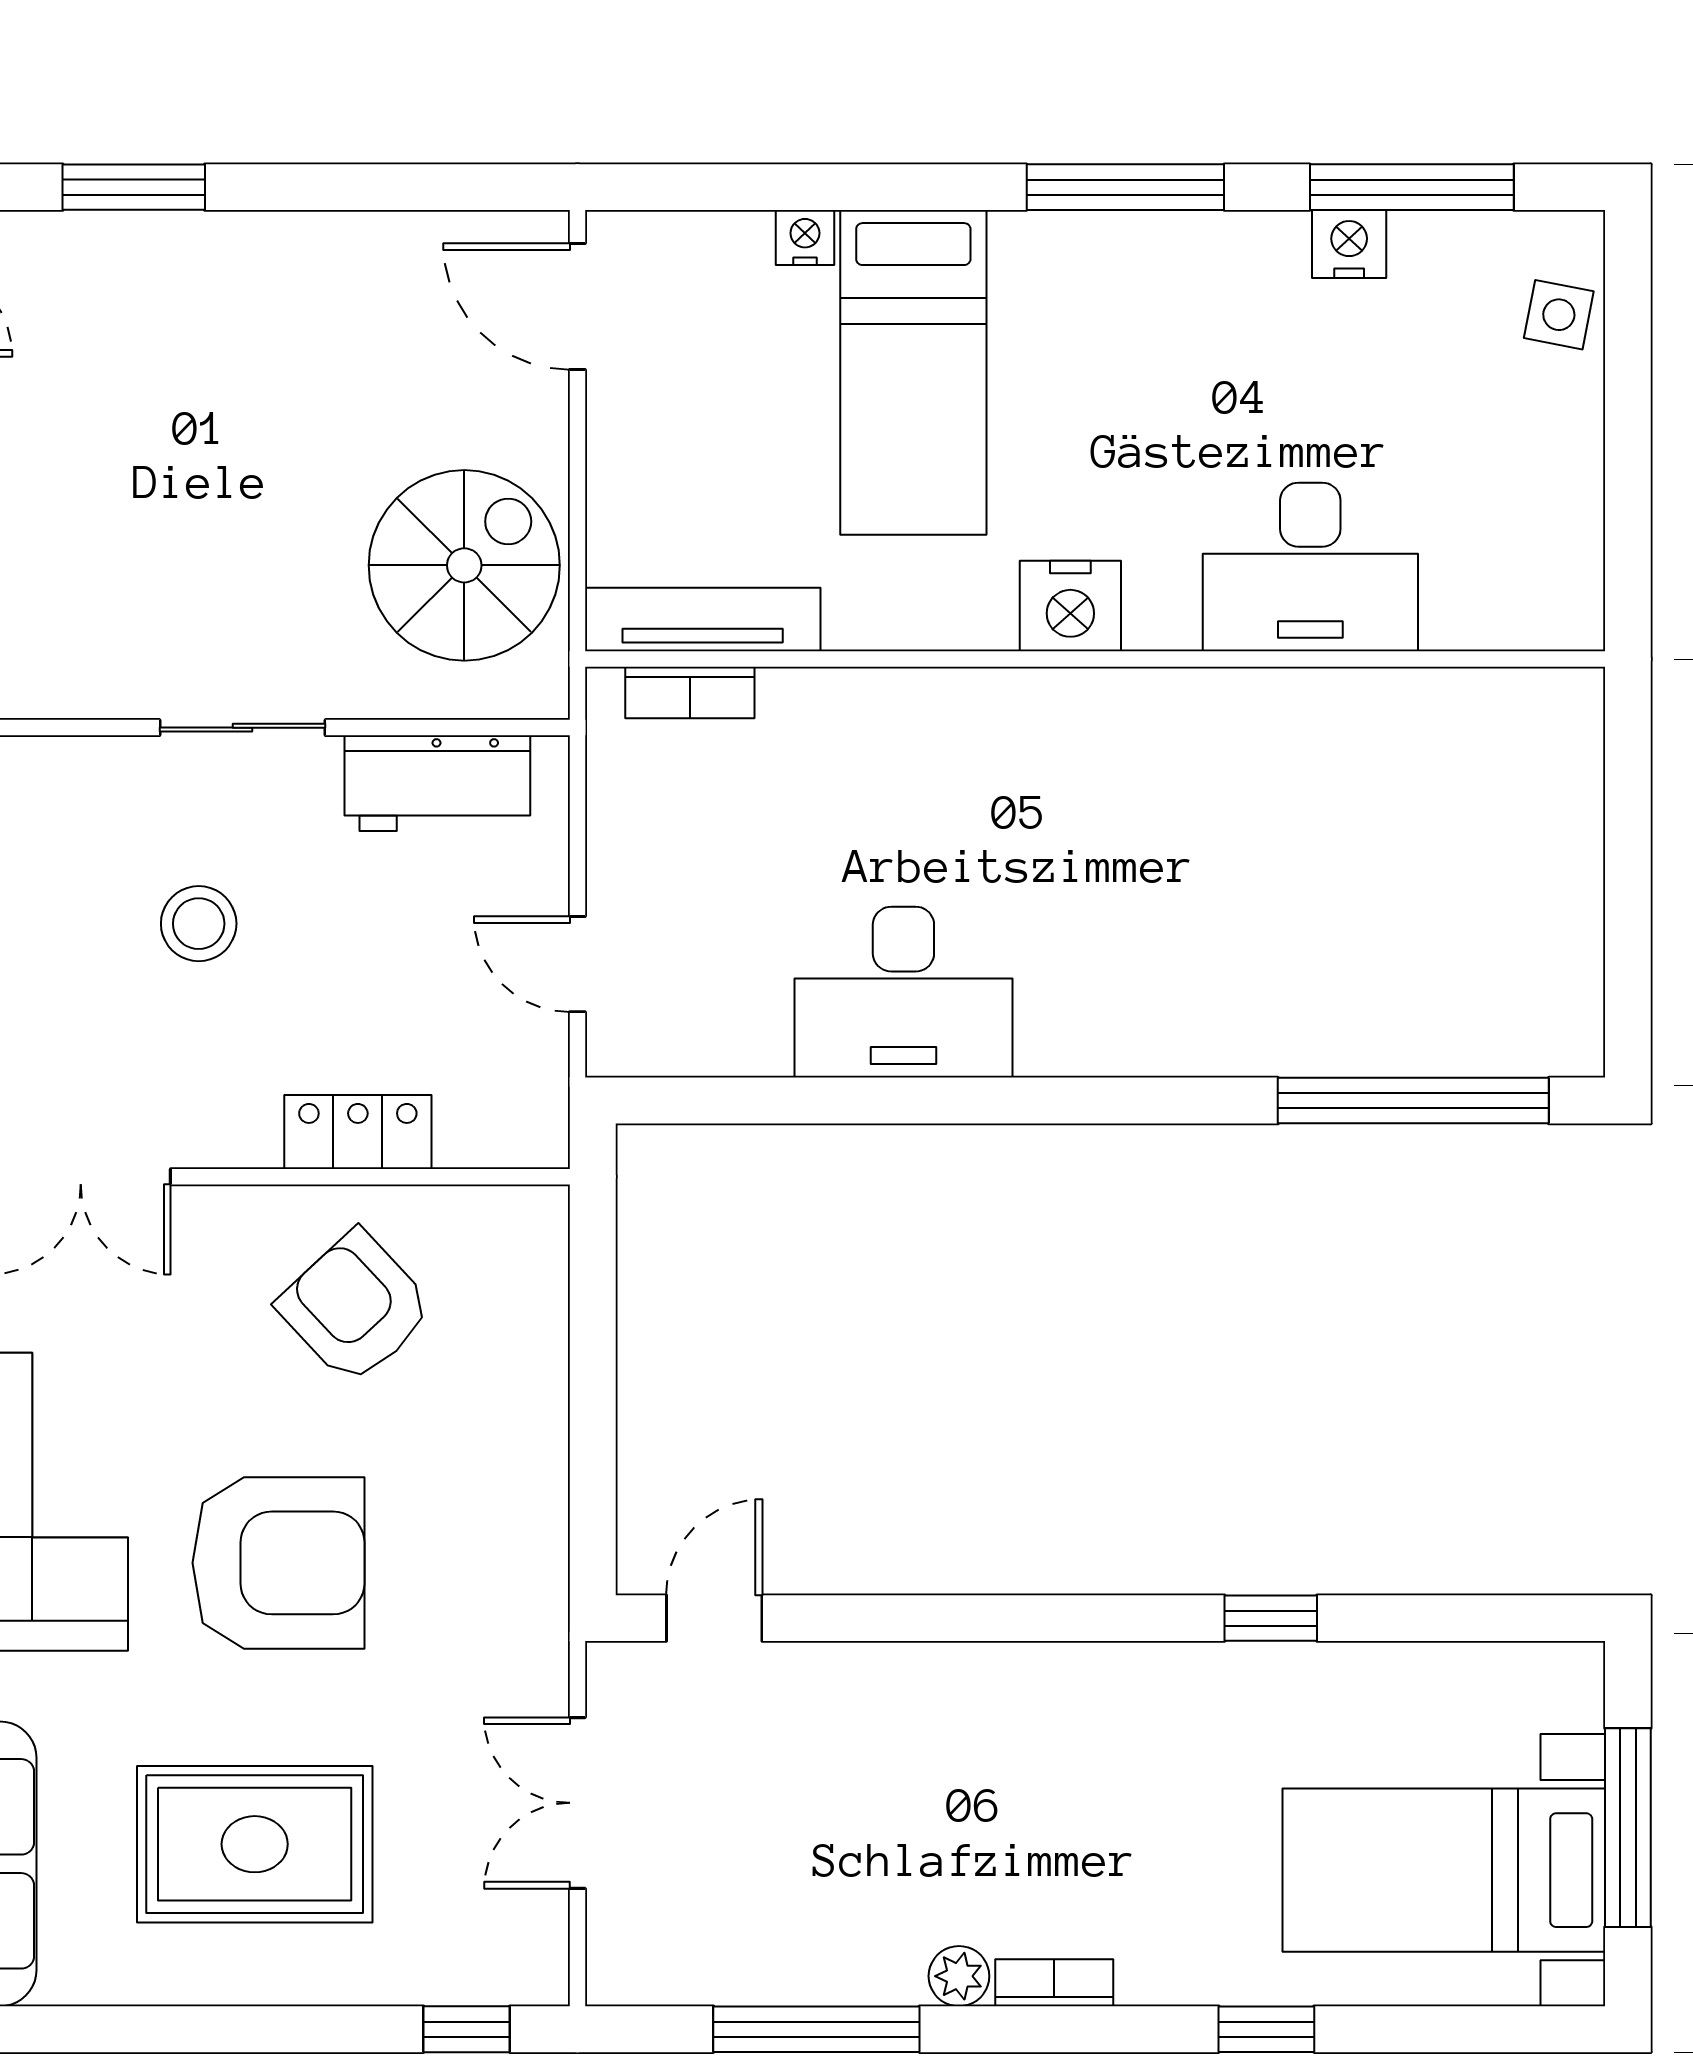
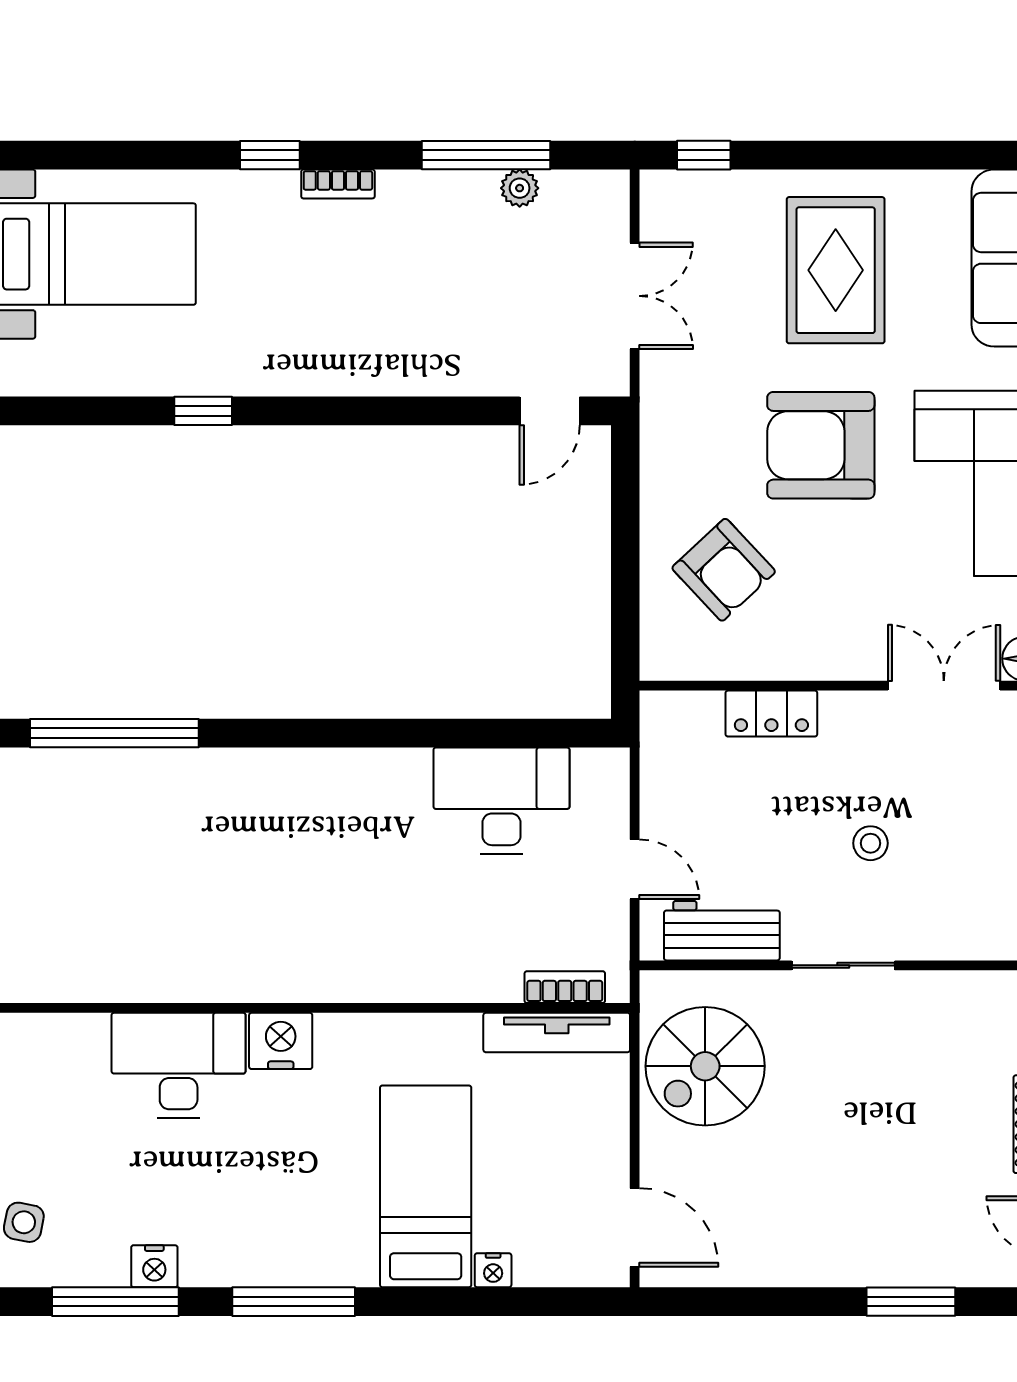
nightstand: (1070, 606) -> (281, 1041), moved
stool: (199, 924) -> (870, 843), width x0.73, depth x0.73
door: (577, 964) -> (635, 869), moved
desk: (903, 992) -> (501, 801), moved
armchair: (355, 1307) -> (724, 570), moved
rug: (255, 1844) -> (836, 270), turned 90
plant: (959, 1976) -> (520, 188), moved
window: (1266, 2029) -> (270, 155), moved

